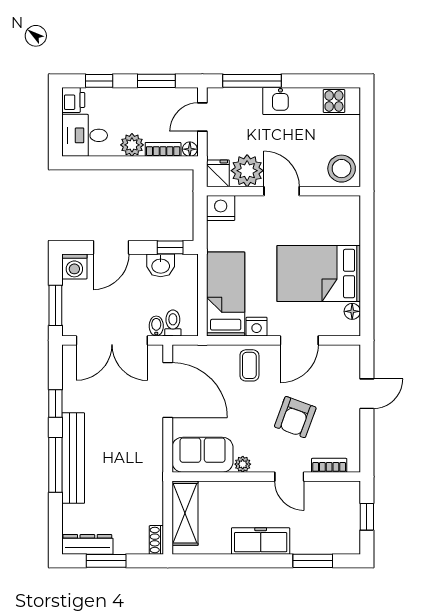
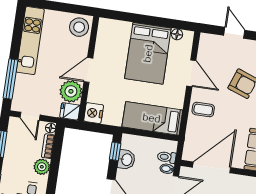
nightstand: (257, 327) -> (178, 101), removed

